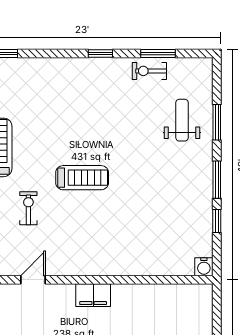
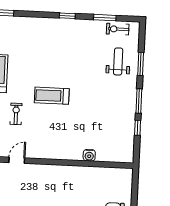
exercise bike: (149, 71) -> (118, 29), moved
treadmill: (82, 178) -> (52, 96), turned 180
water cooler: (204, 267) -> (89, 155), moved
filing cabinet: (93, 295) -> (55, 172), removed

